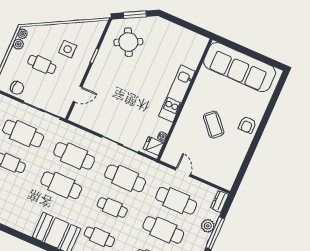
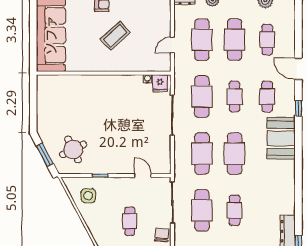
side table: (68, 49) -> (88, 196), moved
kitchen unit: (177, 94) -> (101, 83), removed

